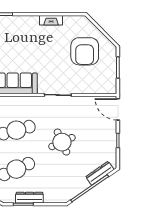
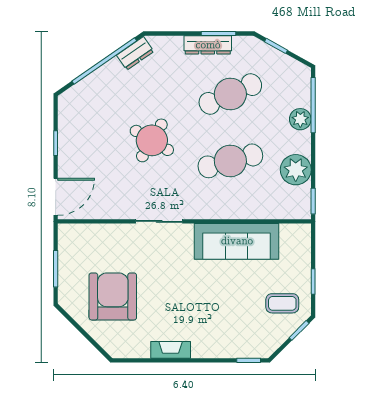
door: (118, 109) -> (56, 197), hinge flipped
round table: (62, 142) -> (152, 140), turned -35
dresser: (100, 173) -> (135, 53), moved, width x0.70

